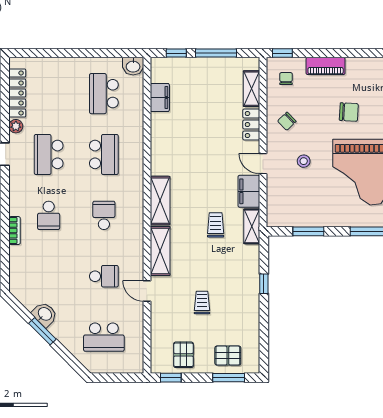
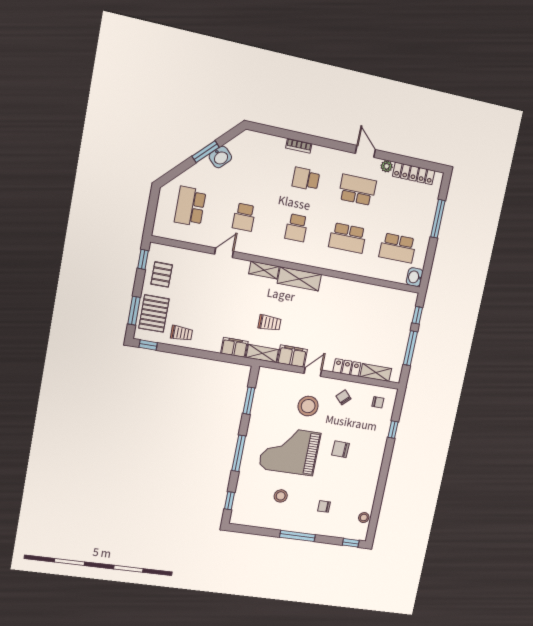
window: (62, 53) -> (438, 219), added
window: (282, 53) -> (393, 430), moved
piano: (326, 66) -> (381, 436), removed
school desk: (104, 94) -> (398, 248), turned 180
filing cabinet: (160, 97) -> (234, 347), moved, turned 180
chair: (349, 112) -> (340, 449), turned 89
stool: (304, 161) -> (308, 406), width x1.89, depth x1.89
school desk: (104, 215) -> (296, 228), turned 90
shelving: (160, 251) -> (264, 270), width x0.67, depth x0.75
window: (264, 284) -> (148, 345), moved
trolley: (202, 302) -> (182, 333), moved
pallet: (183, 355) -> (162, 274), turned 90
pallet: (228, 356) -> (154, 314), width x1.50, depth x1.42

